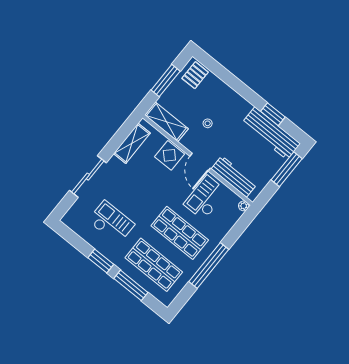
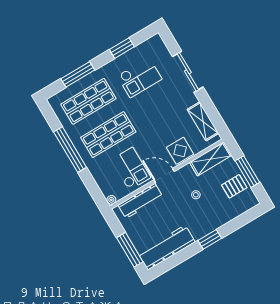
pallet: (195, 75) -> (234, 186), moved, turned 90
window: (273, 114) -> (210, 239), moved
window: (101, 261) -> (122, 48), moved

